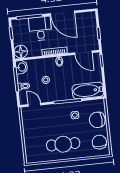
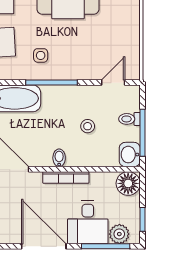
plant: (23, 24) -> (119, 234), added
door: (35, 105) -> (113, 83), swing flipped

